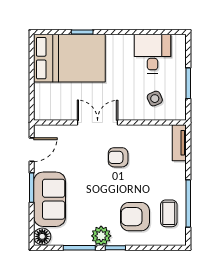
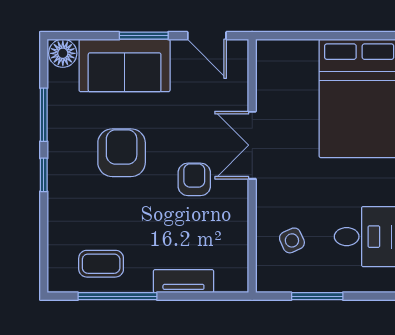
double door: (98, 122) -> (252, 145), swing flipped
tv unit: (179, 143) -> (183, 281), moved
armchair: (135, 217) -> (122, 153), moved
plant: (101, 236) -> (64, 151), removed

